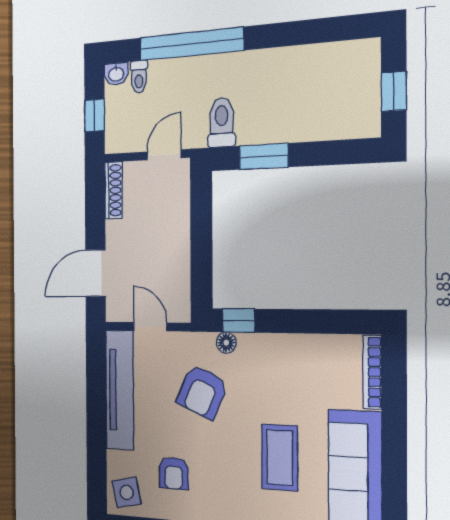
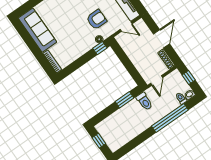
door: (95, 273) -> (161, 39), moved
armchair: (202, 392) -> (97, 20), turned 66
coffee table: (280, 457) -> (61, 18), removed

